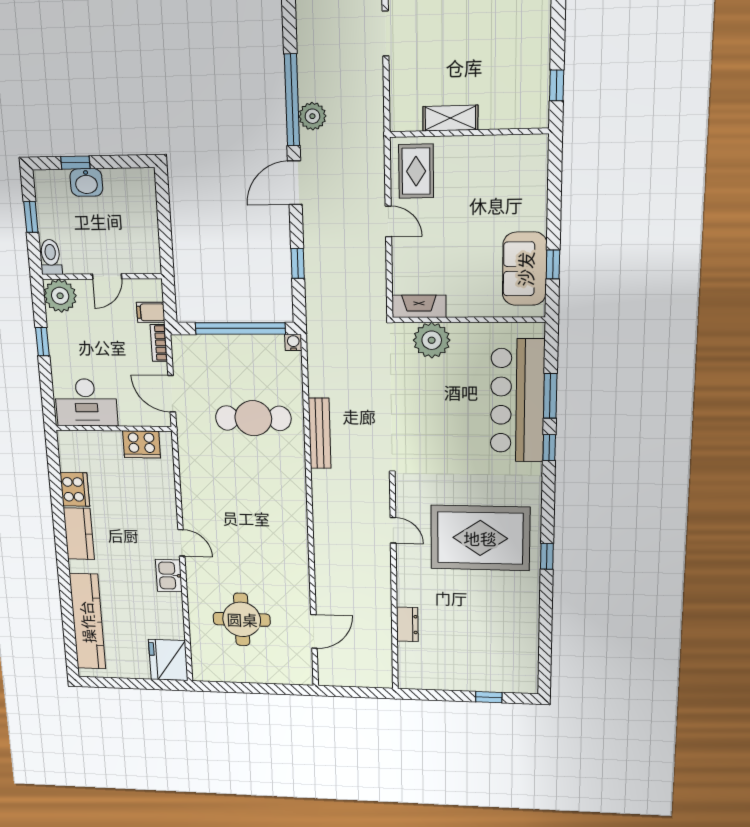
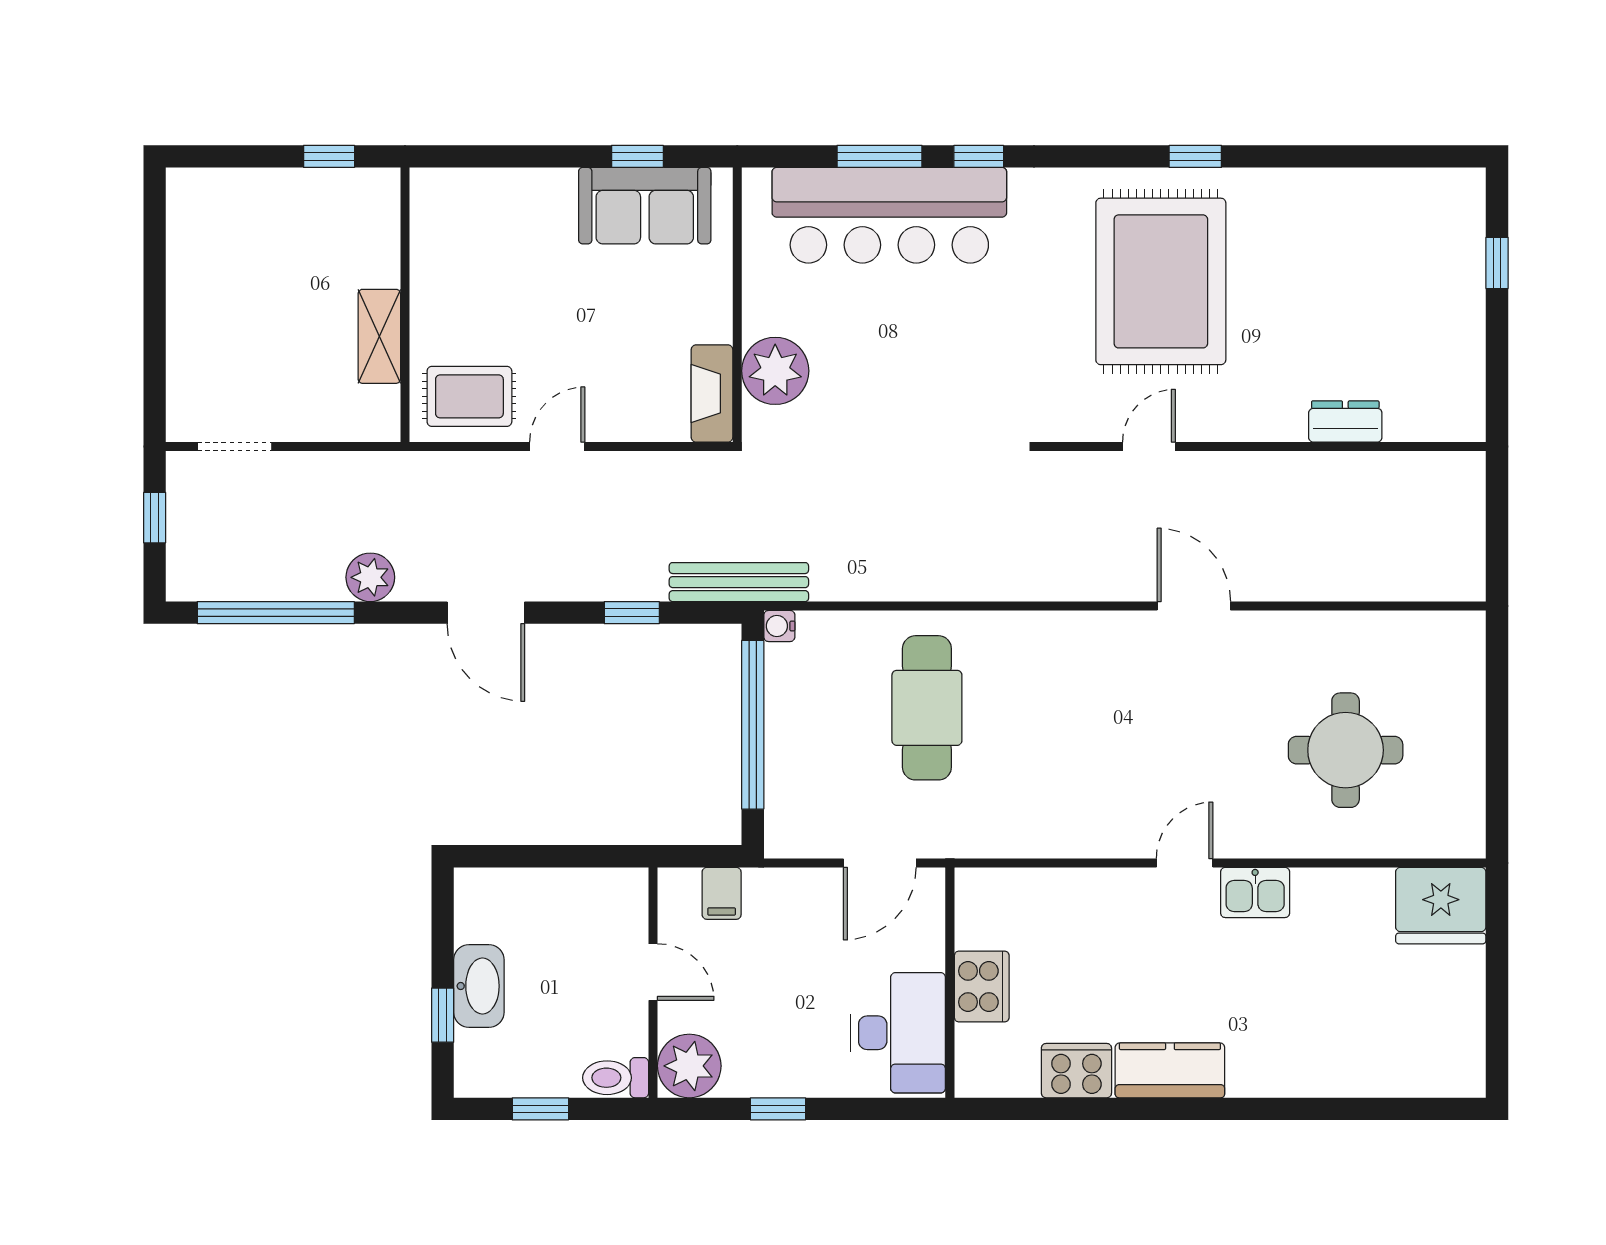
window: (292, 100) -> (276, 613), moved
washbasin: (86, 182) -> (479, 986), width x1.38
bookcase: (159, 343) -> (780, 882), removed
bench: (320, 433) -> (739, 582), moved
cooker: (142, 444) -> (982, 986), moved
kitchen counter: (87, 622) -> (1361, 1068), removed
door: (314, 631) -> (1194, 606), moved

